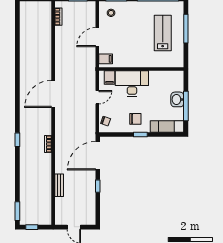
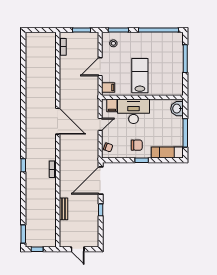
lab bench: (163, 33) -> (140, 76), moved
door: (53, 94) -> (58, 121), swing flipped
washbasin: (177, 99) -> (177, 109), moved

